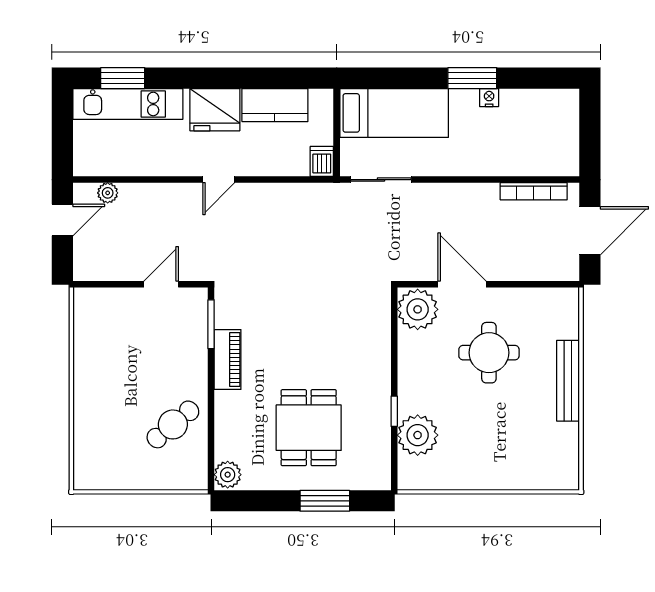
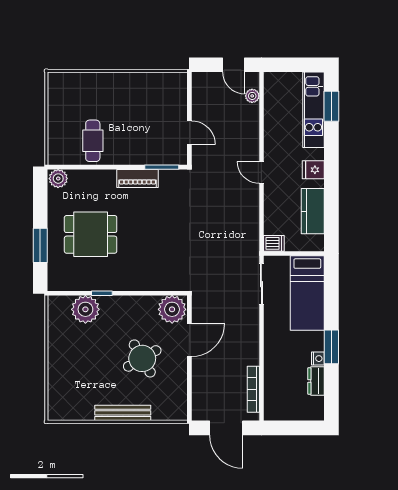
dresser: (522, 100) -> (316, 381), added
fridge: (215, 110) -> (313, 170), width x0.53, depth x0.75
round table: (489, 353) -> (142, 358), turned -30
cafe table: (173, 424) -> (93, 141), turned 40

